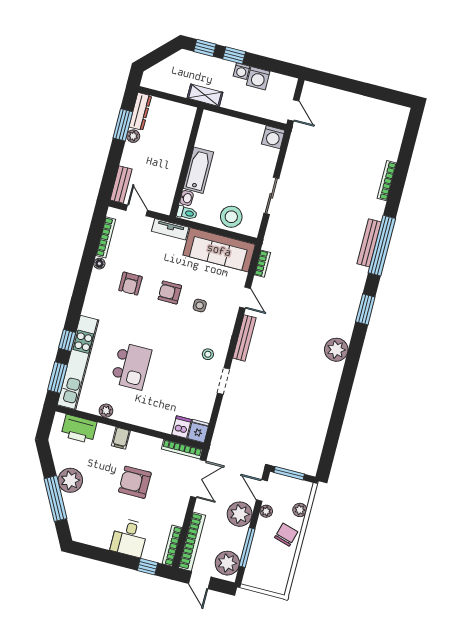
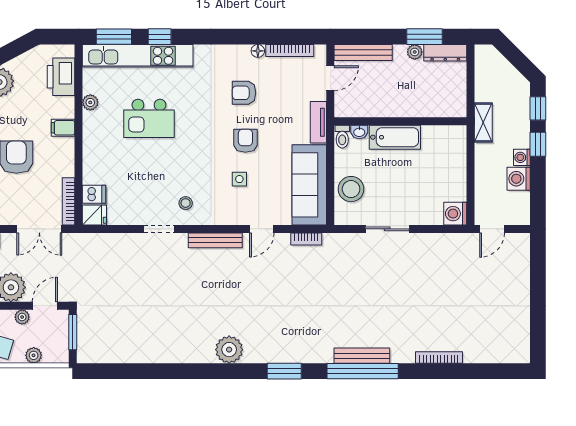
bench: (121, 184) -> (363, 52), width x1.36

